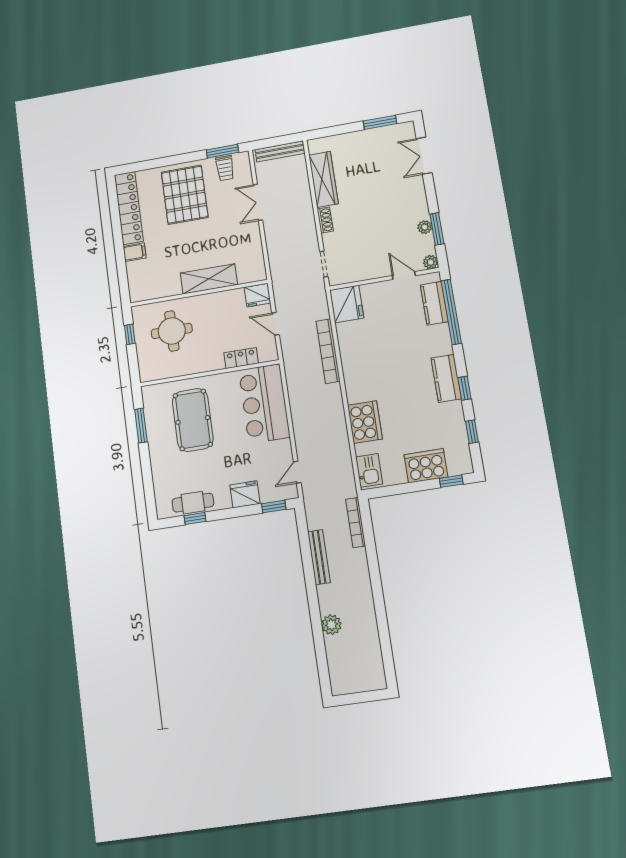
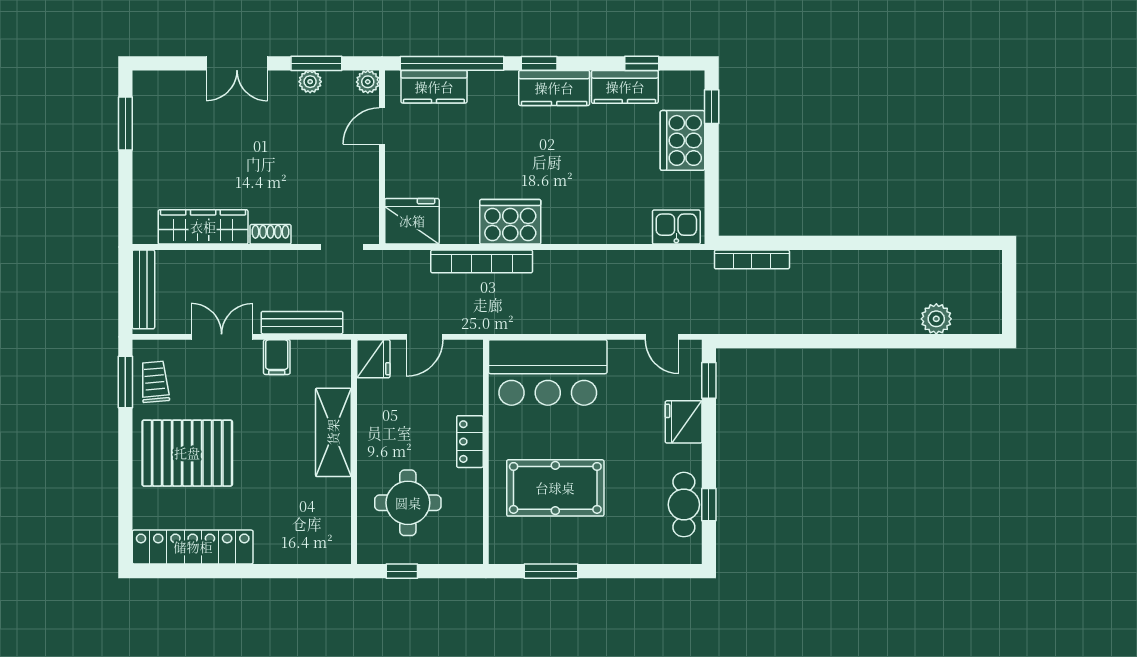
double door: (424, 156) -> (237, 63), moved
trolley: (225, 168) -> (155, 382), turned -95
double door: (258, 202) -> (222, 337), swing flipped
filing cabinet: (135, 252) -> (277, 357), moved, turned 180
locker: (241, 358) -> (470, 442), moved
window: (464, 388) -> (539, 63), moved
cooker: (365, 422) -> (510, 222), moved
kitchen counter: (455, 423) -> (625, 87), added
bench: (319, 557) -> (302, 323), moved
plant: (331, 625) -> (936, 319), moved

